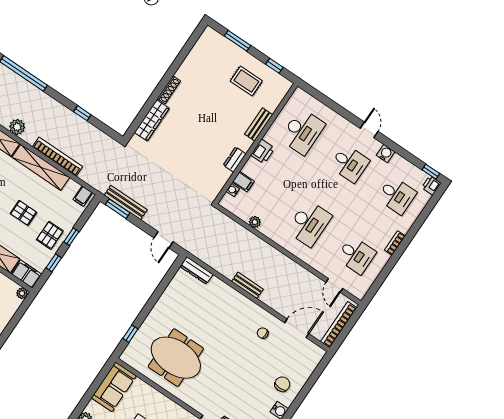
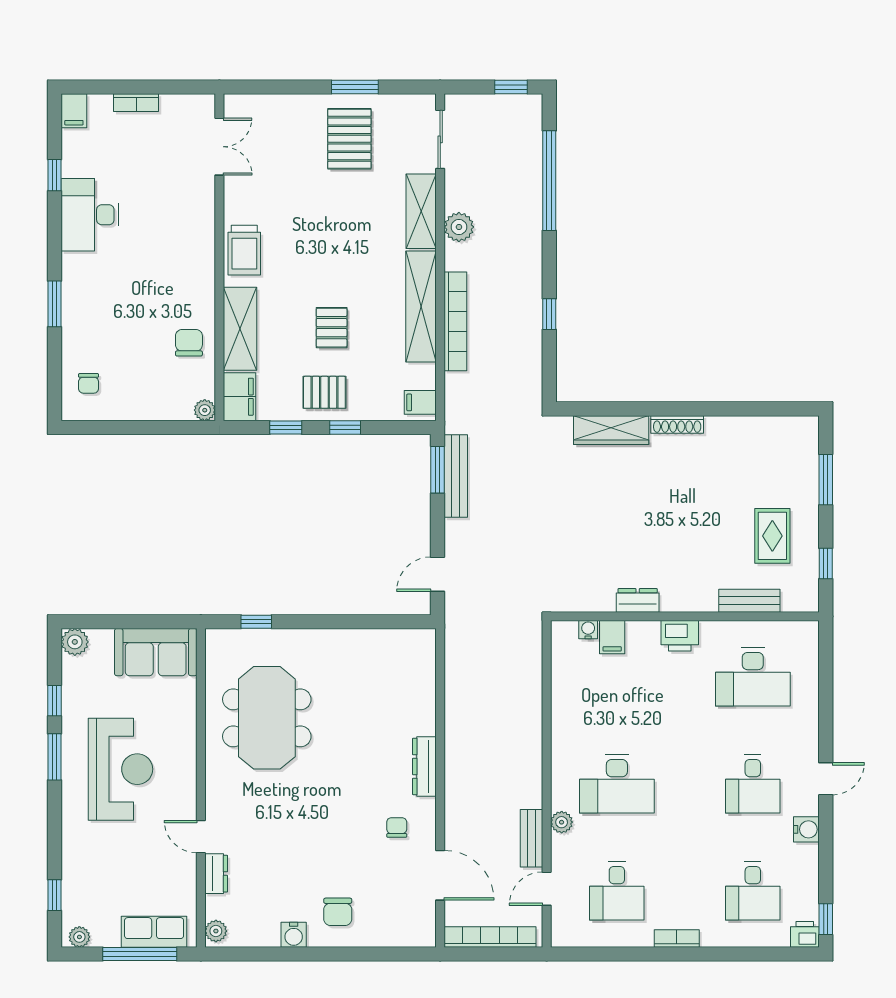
bench: (259, 124) -> (749, 601), moved
plant: (255, 222) -> (562, 822), moved
dresser: (197, 271) -> (424, 766), moved
bench: (247, 285) -> (532, 838), moved
chair: (282, 384) -> (338, 912), turned 90

